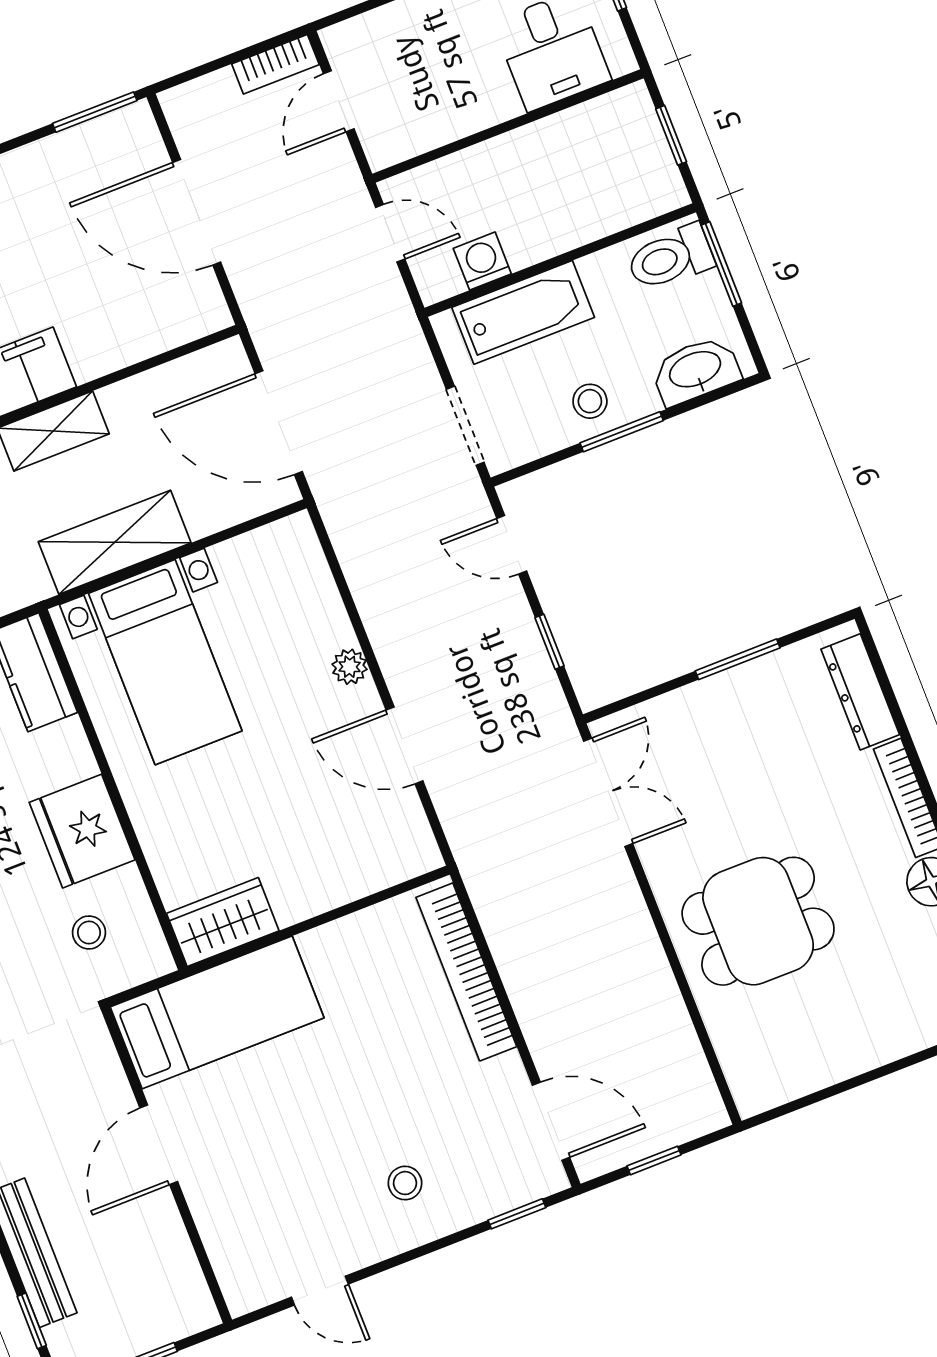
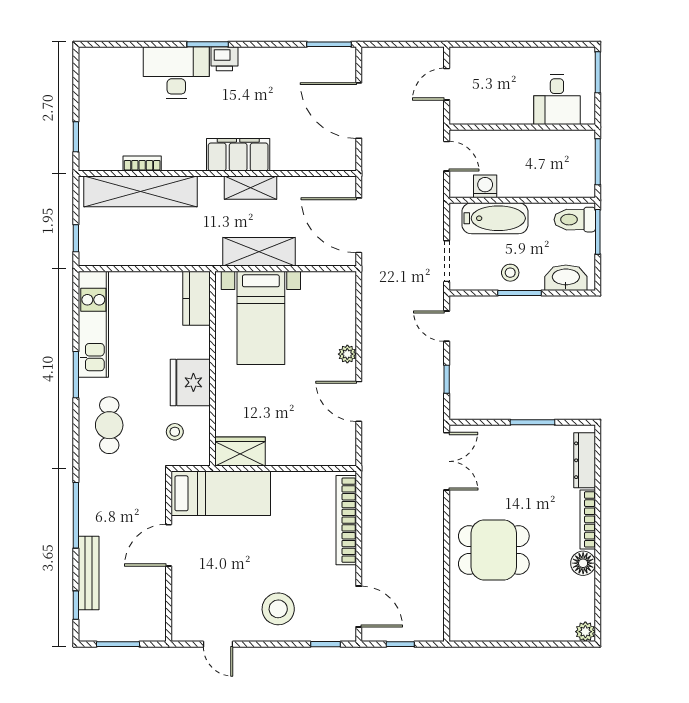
bookcase: (275, 64) -> (423, 55), removed
window: (671, 135) -> (598, 162), width x1.50
stool: (405, 1183) -> (278, 609), width x1.89, depth x1.89

